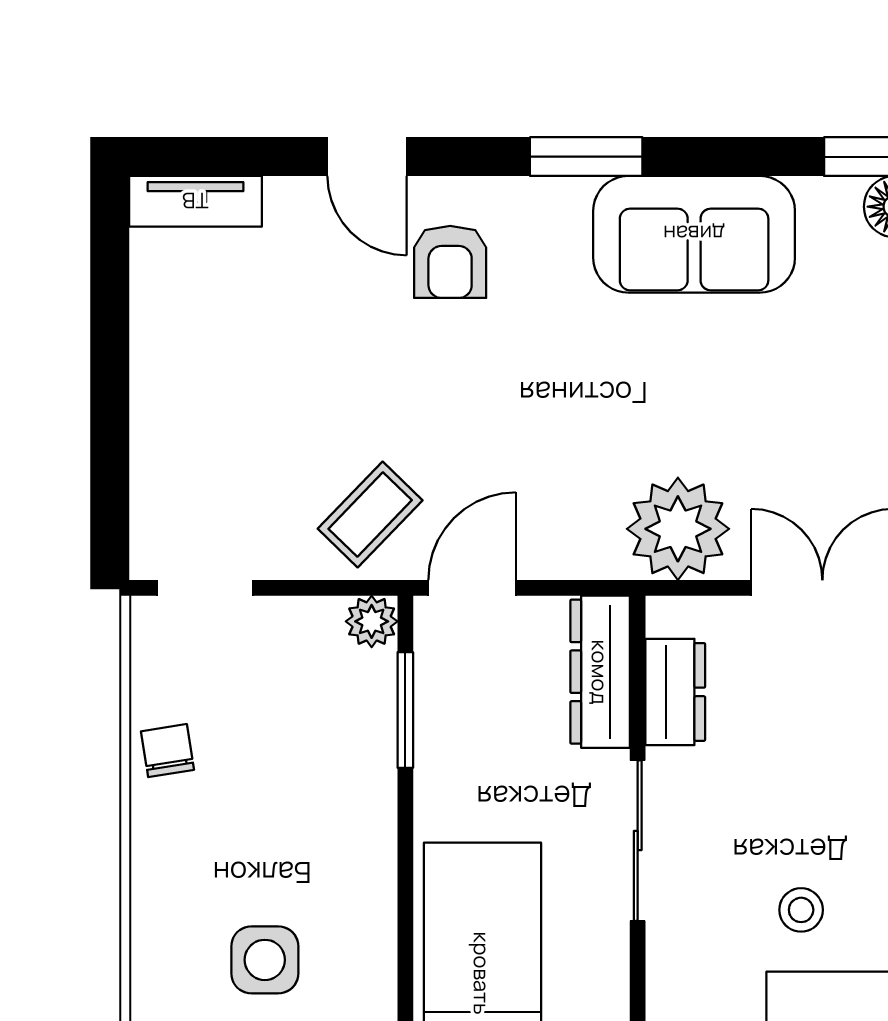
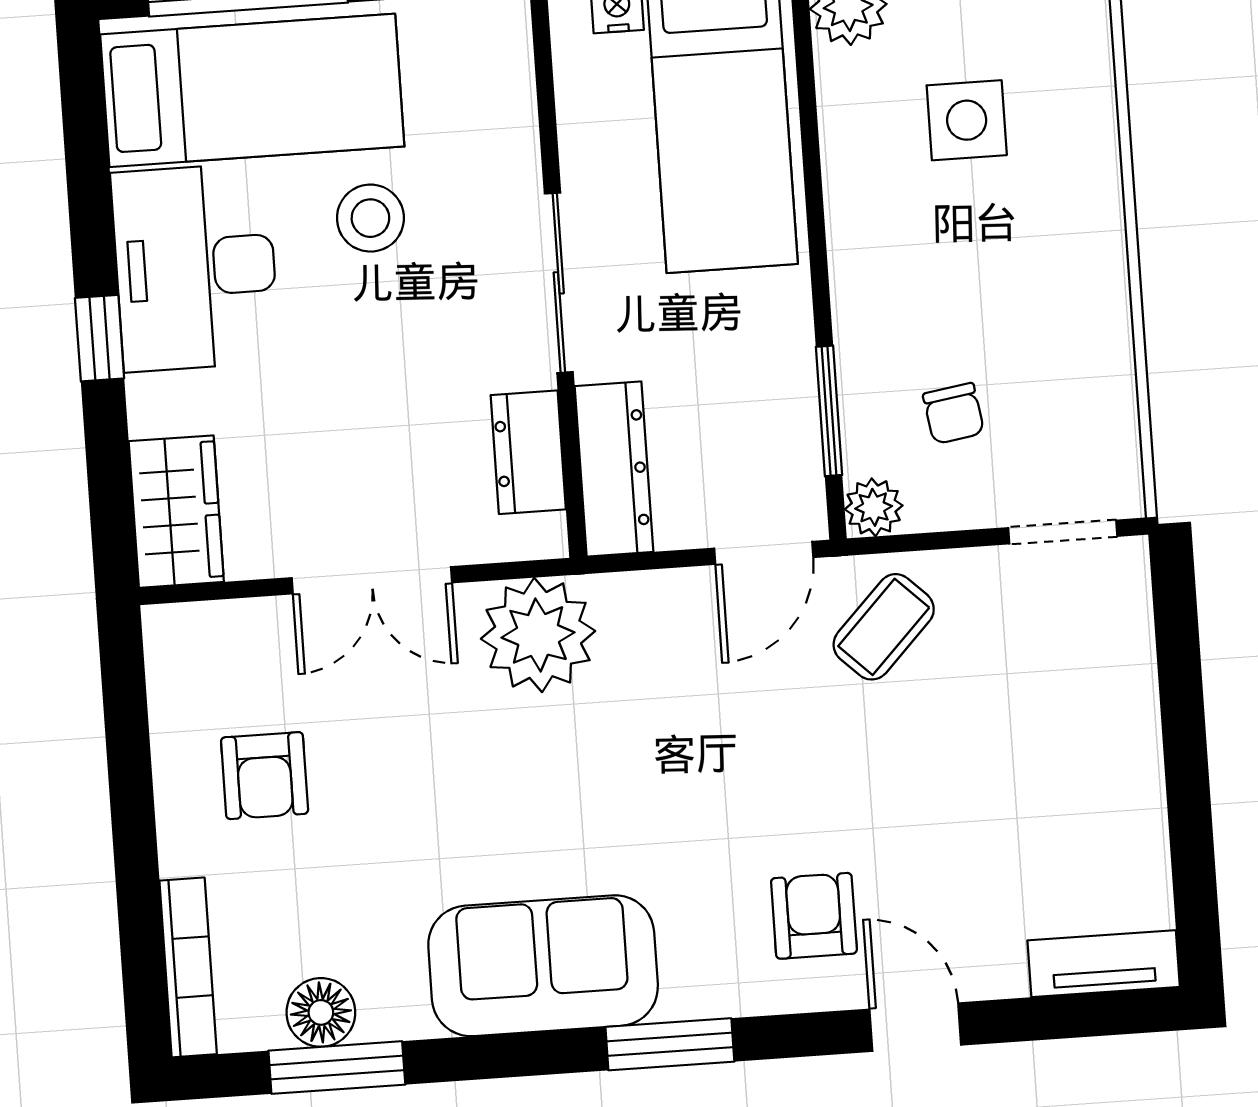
chair: (168, 751) -> (954, 413), moved
stool: (801, 910) -> (370, 218), width x1.37, depth x1.37

